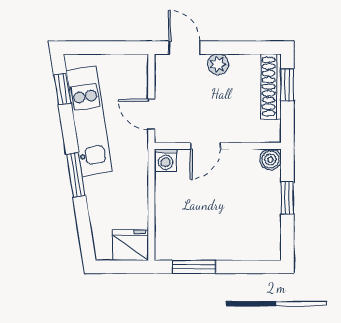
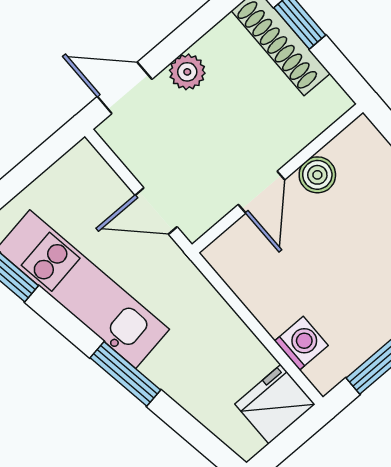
washing machine: (166, 160) -> (301, 343), moved, turned -90
boiler: (270, 160) -> (317, 175), moved

